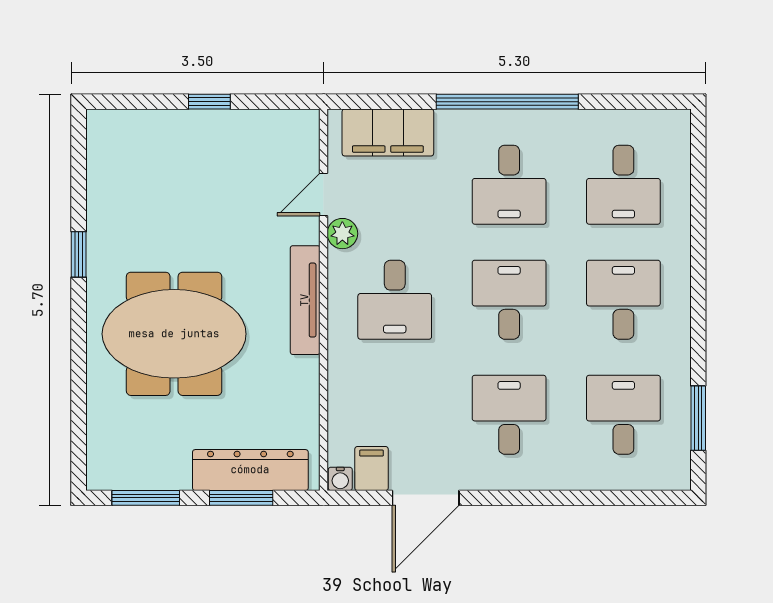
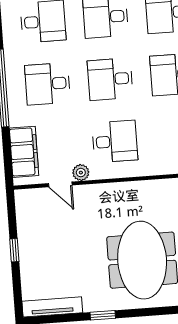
desk: (509, 185) -> (48, 84), turned 180
tv unit: (305, 300) -> (52, 307), moved, turned 180

